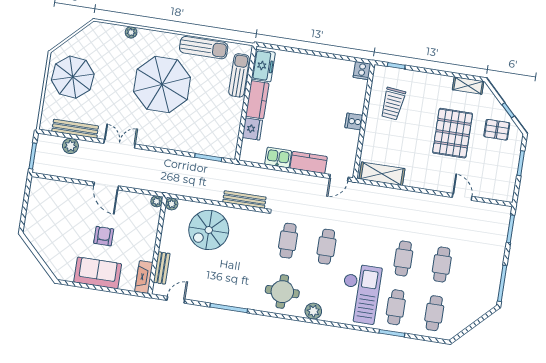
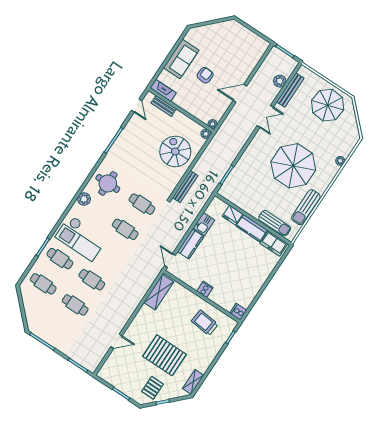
armchair: (104, 236) -> (205, 75), turned -86

